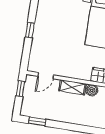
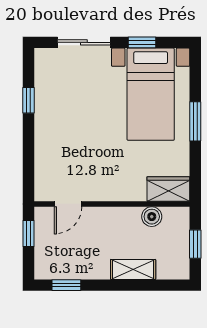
window: (30, 30) -> (29, 100), moved
shelving: (72, 87) -> (133, 269), moved

